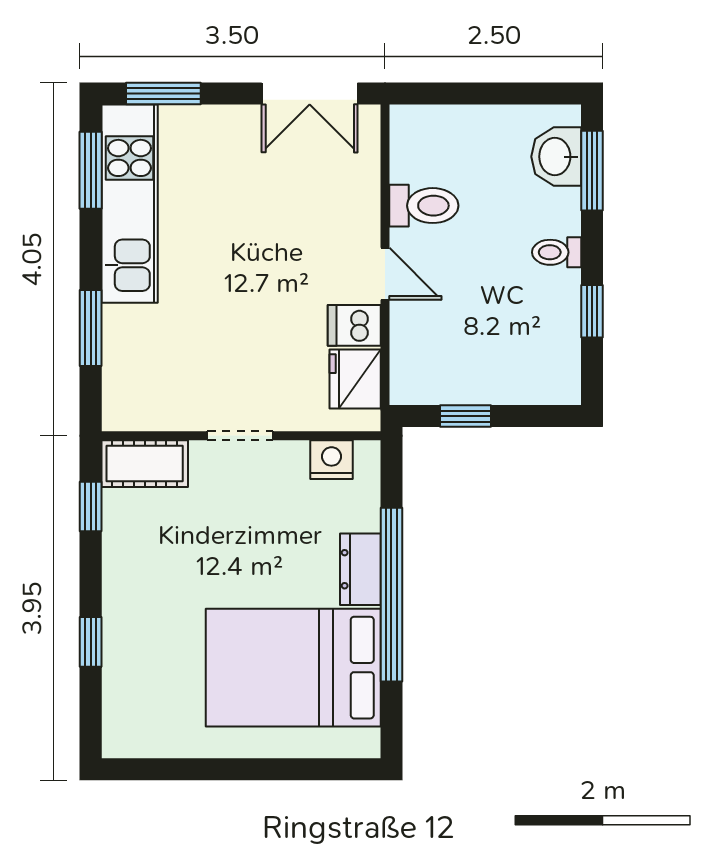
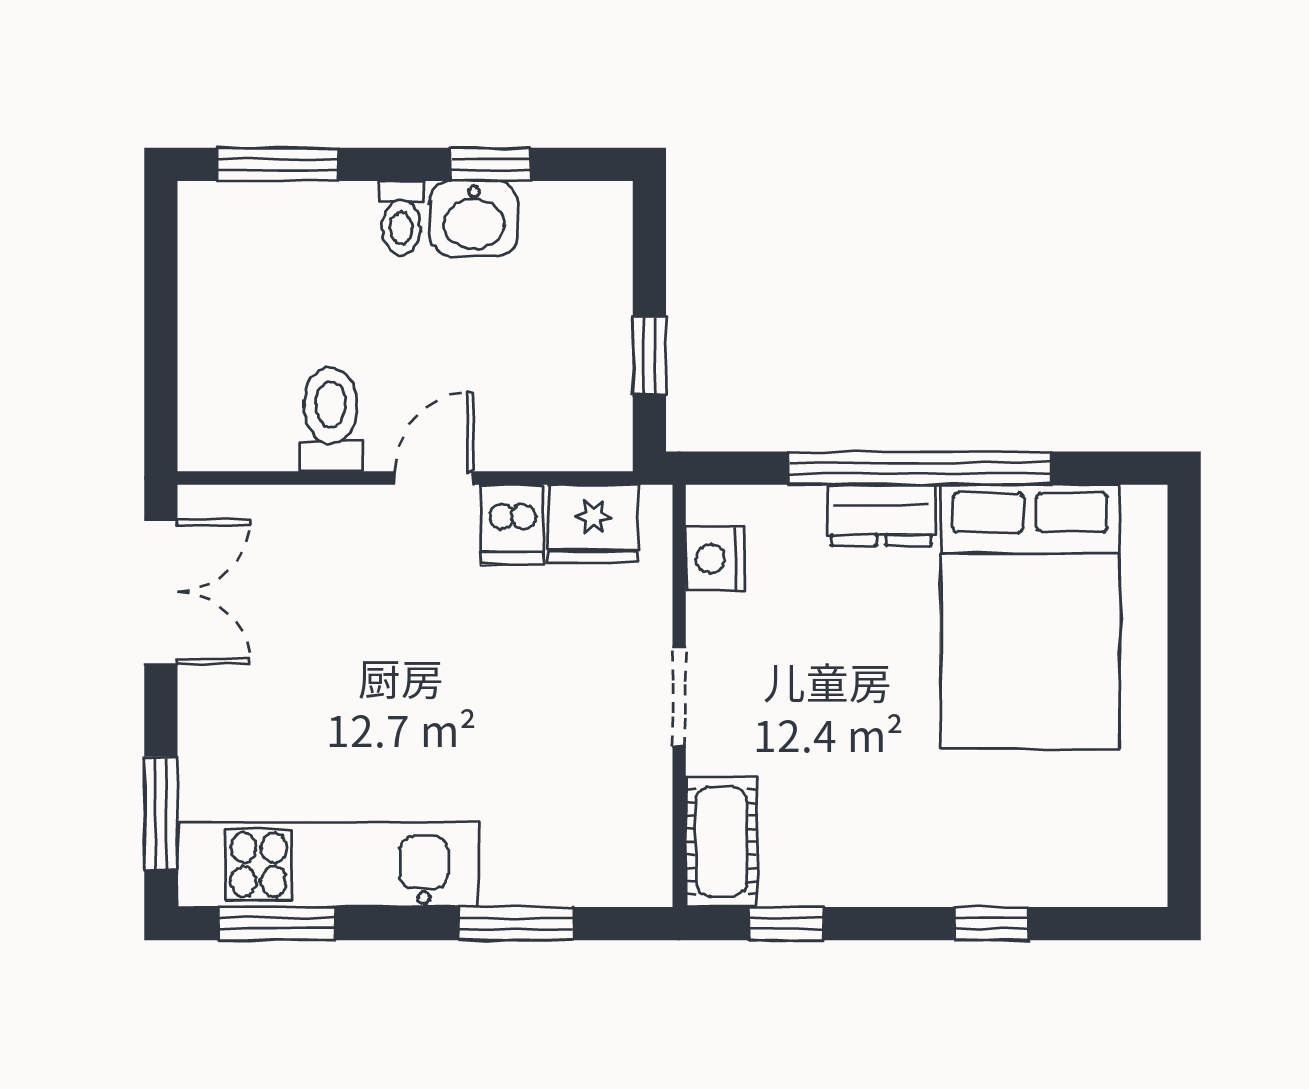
washbasin: (556, 157) -> (474, 219), moved

